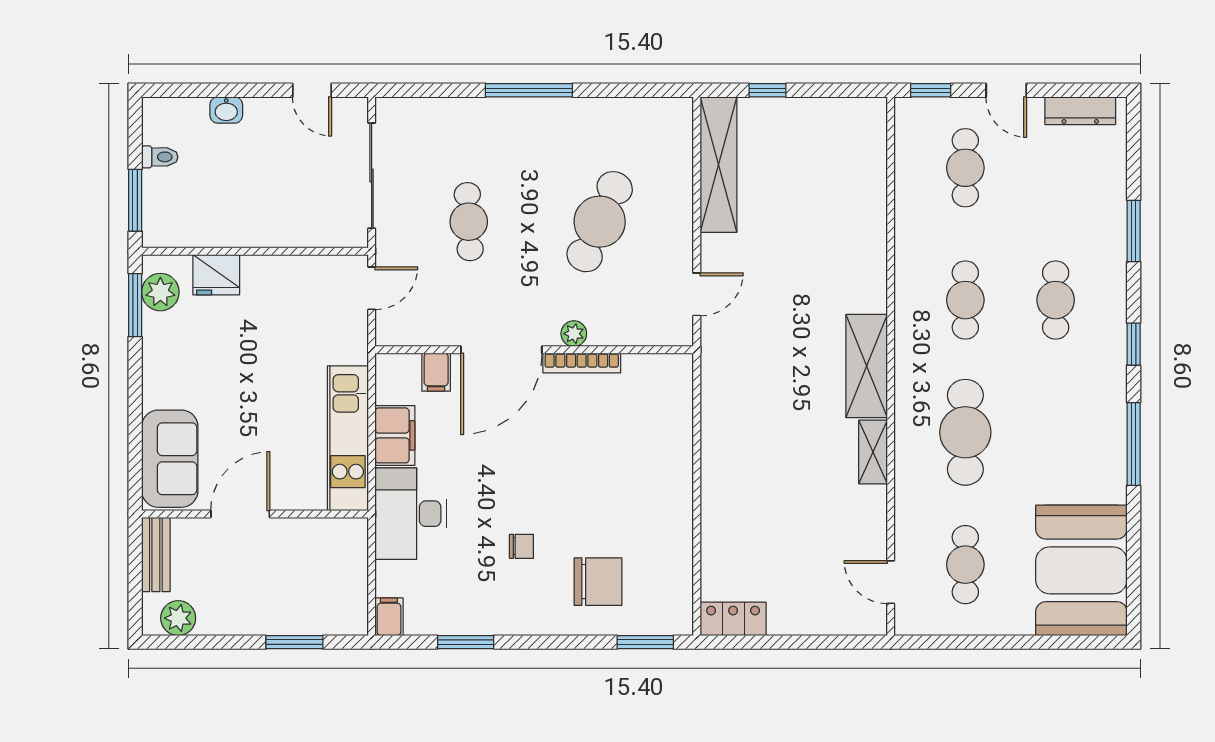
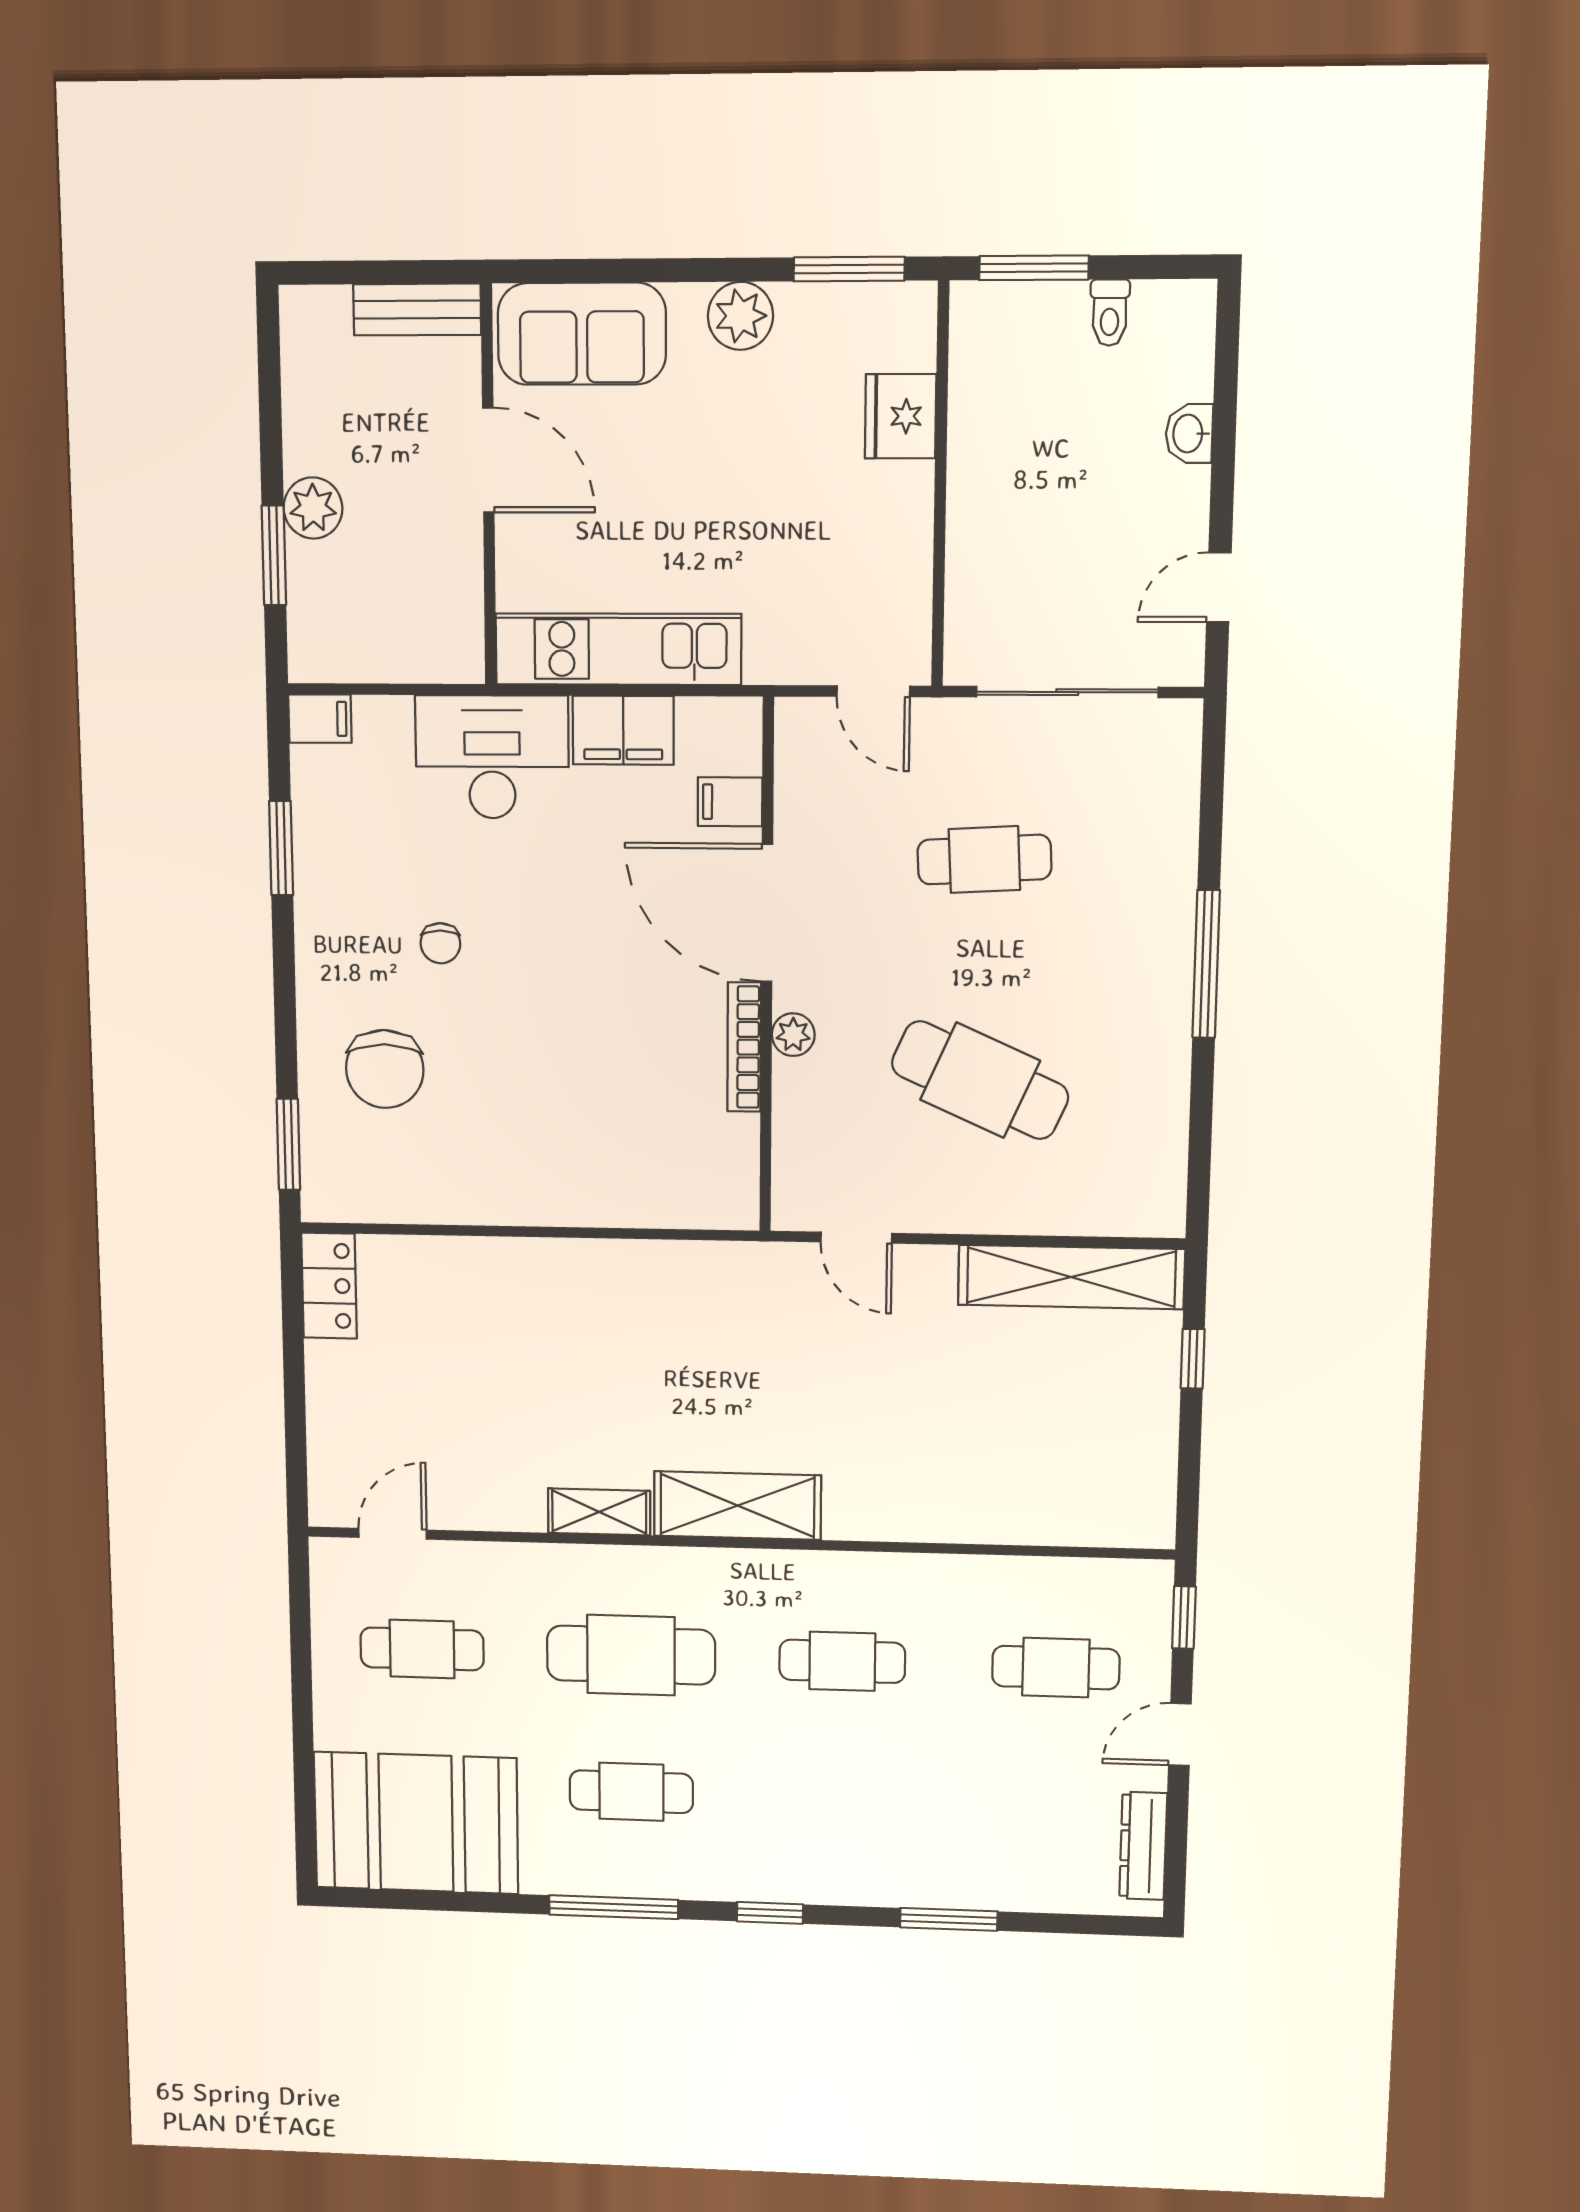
plant: (160, 292) -> (740, 316), moved
cafe table: (1056, 300) -> (631, 1792), moved
plant: (178, 618) -> (313, 508), moved

